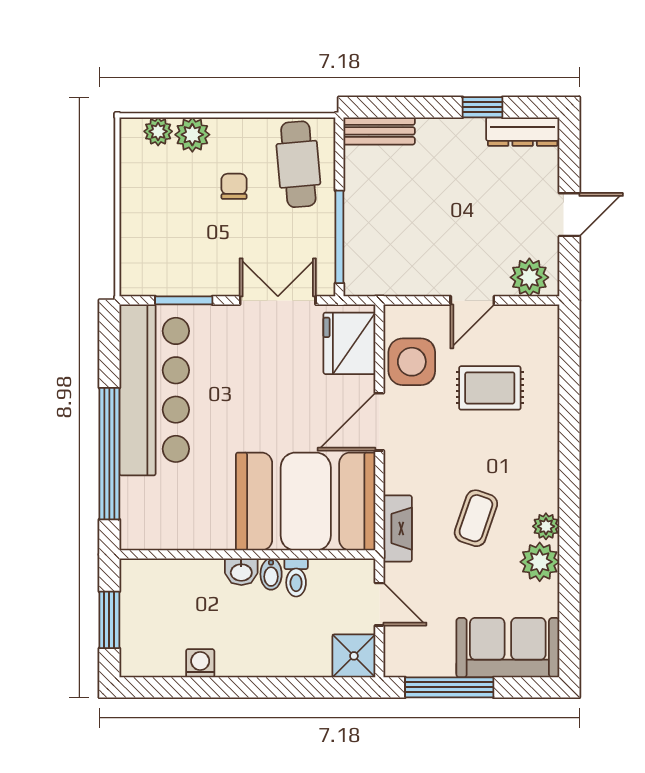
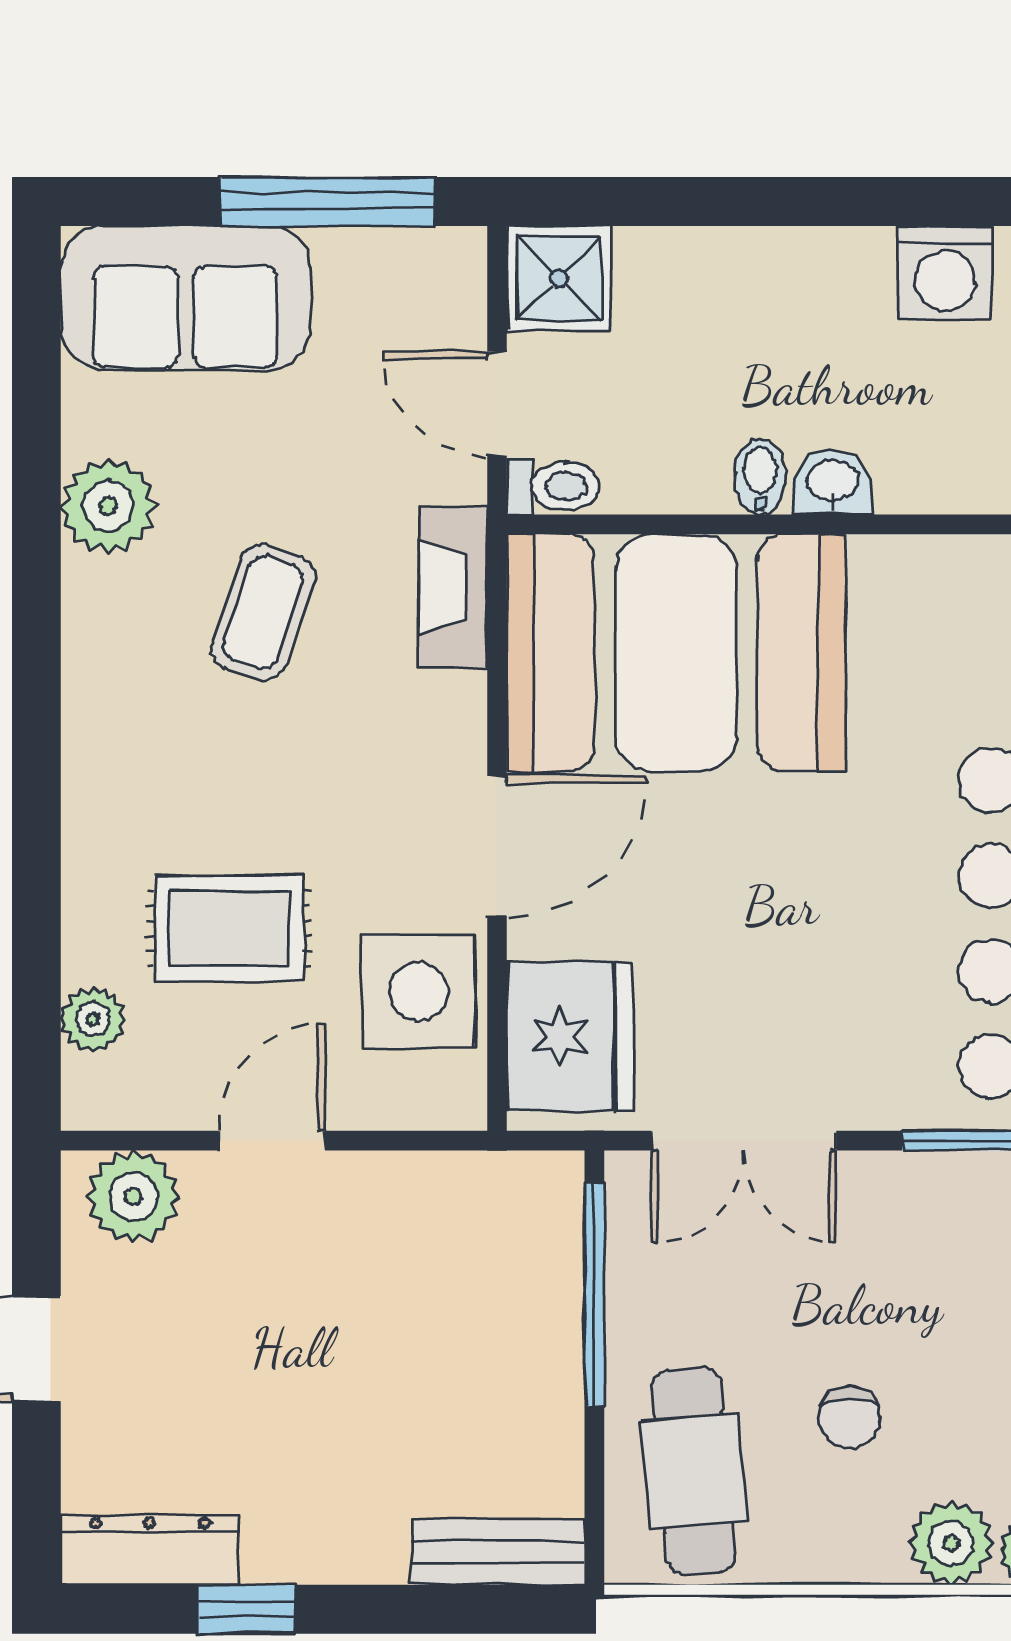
plant: (546, 526) -> (93, 1019), moved
toilet: (296, 578) -> (553, 486), moved, turned 90
washing machine: (200, 663) -> (945, 273), width x1.38, depth x1.38

